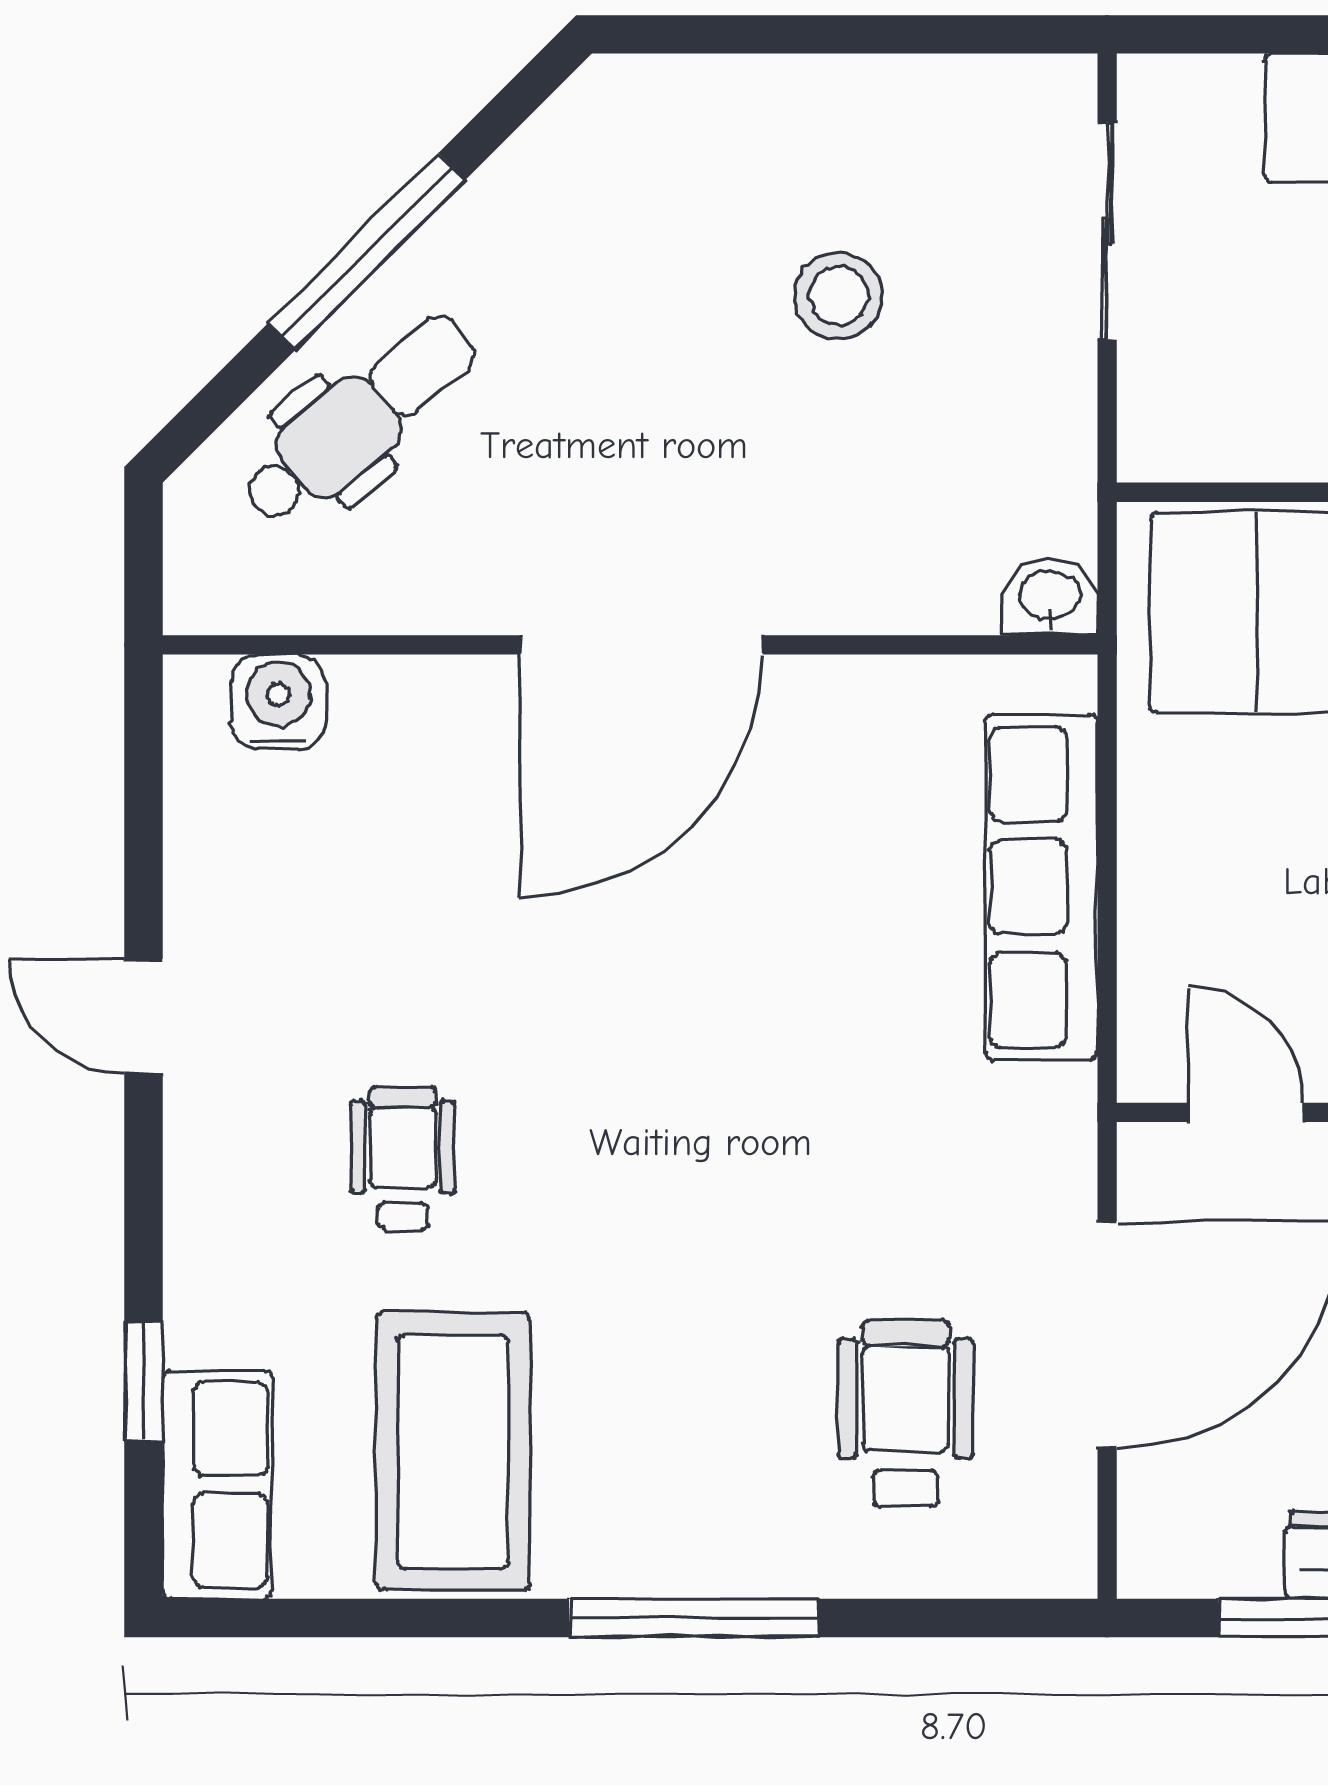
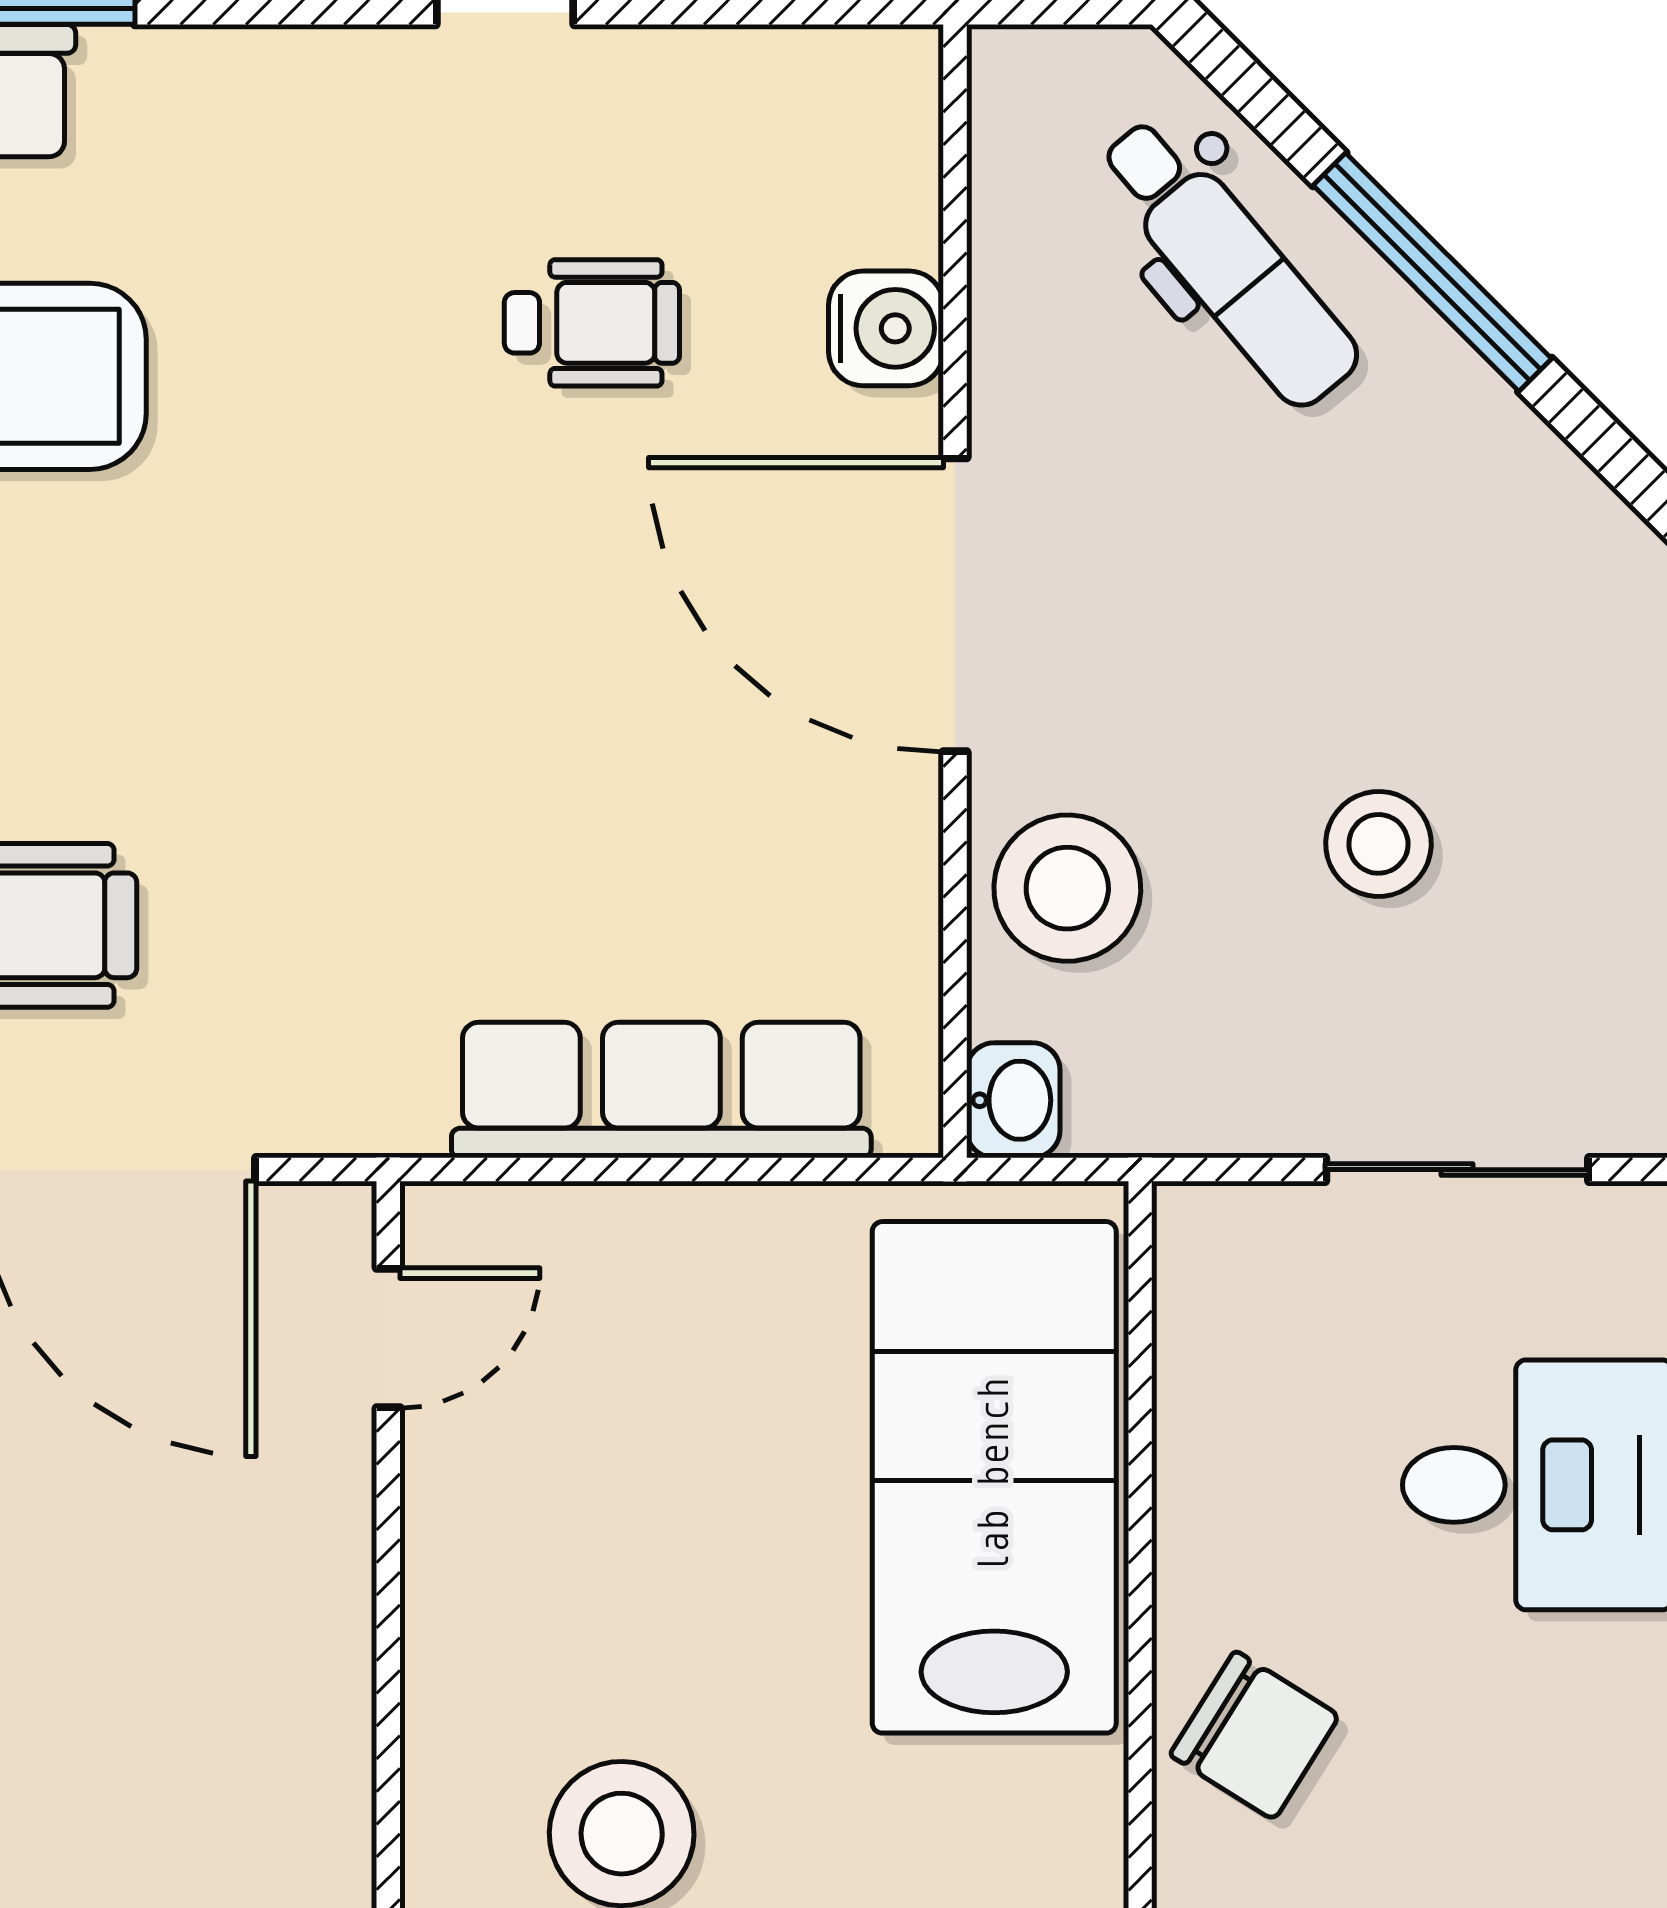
stool: (875, 552) -> (1067, 888), added
water cooler: (278, 702) -> (886, 328), moved
wheelchair: (403, 1158) -> (592, 323), moved

